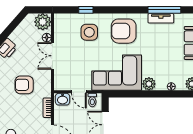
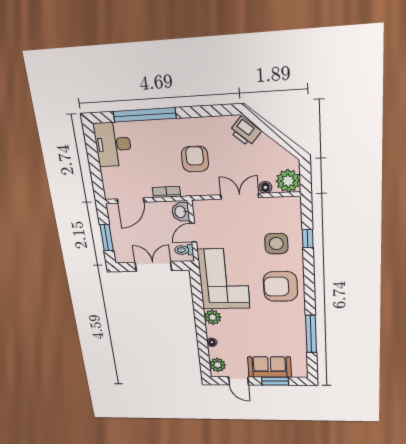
tv unit: (161, 18) -> (300, 330), removed
armchair: (124, 31) -> (280, 286), turned -90

